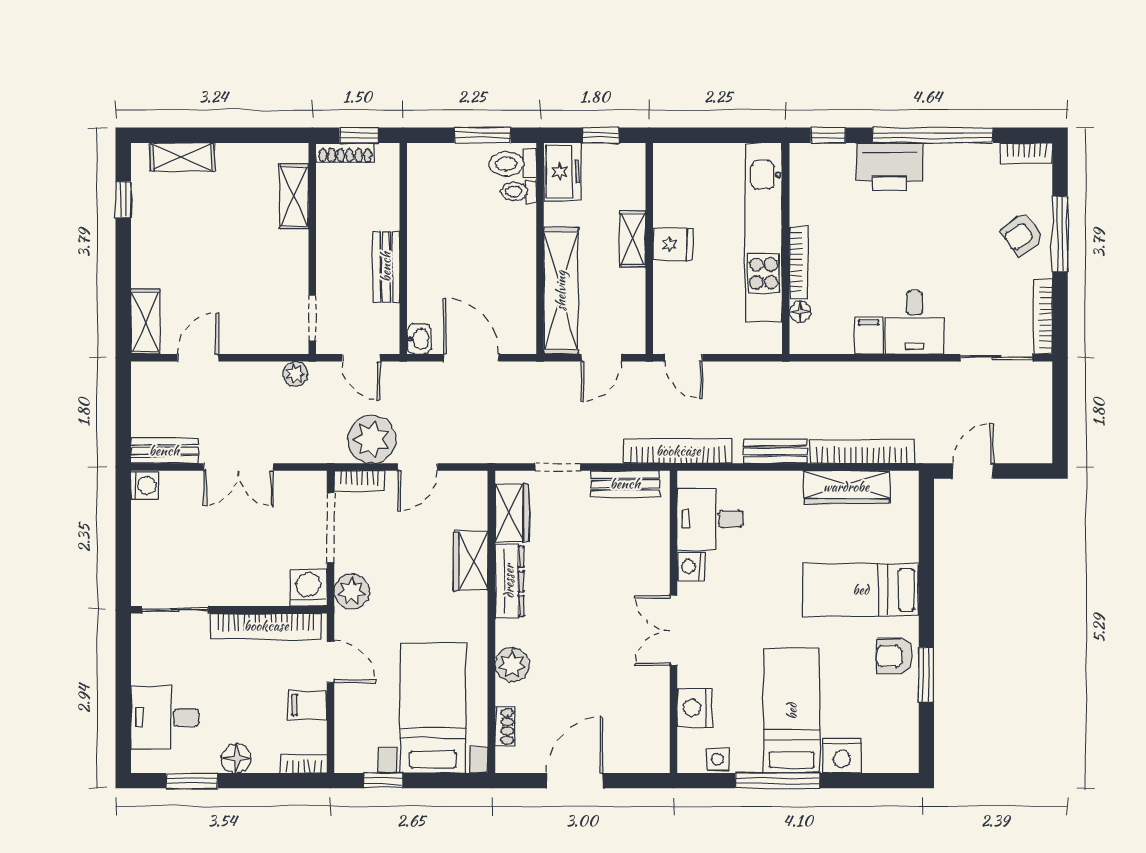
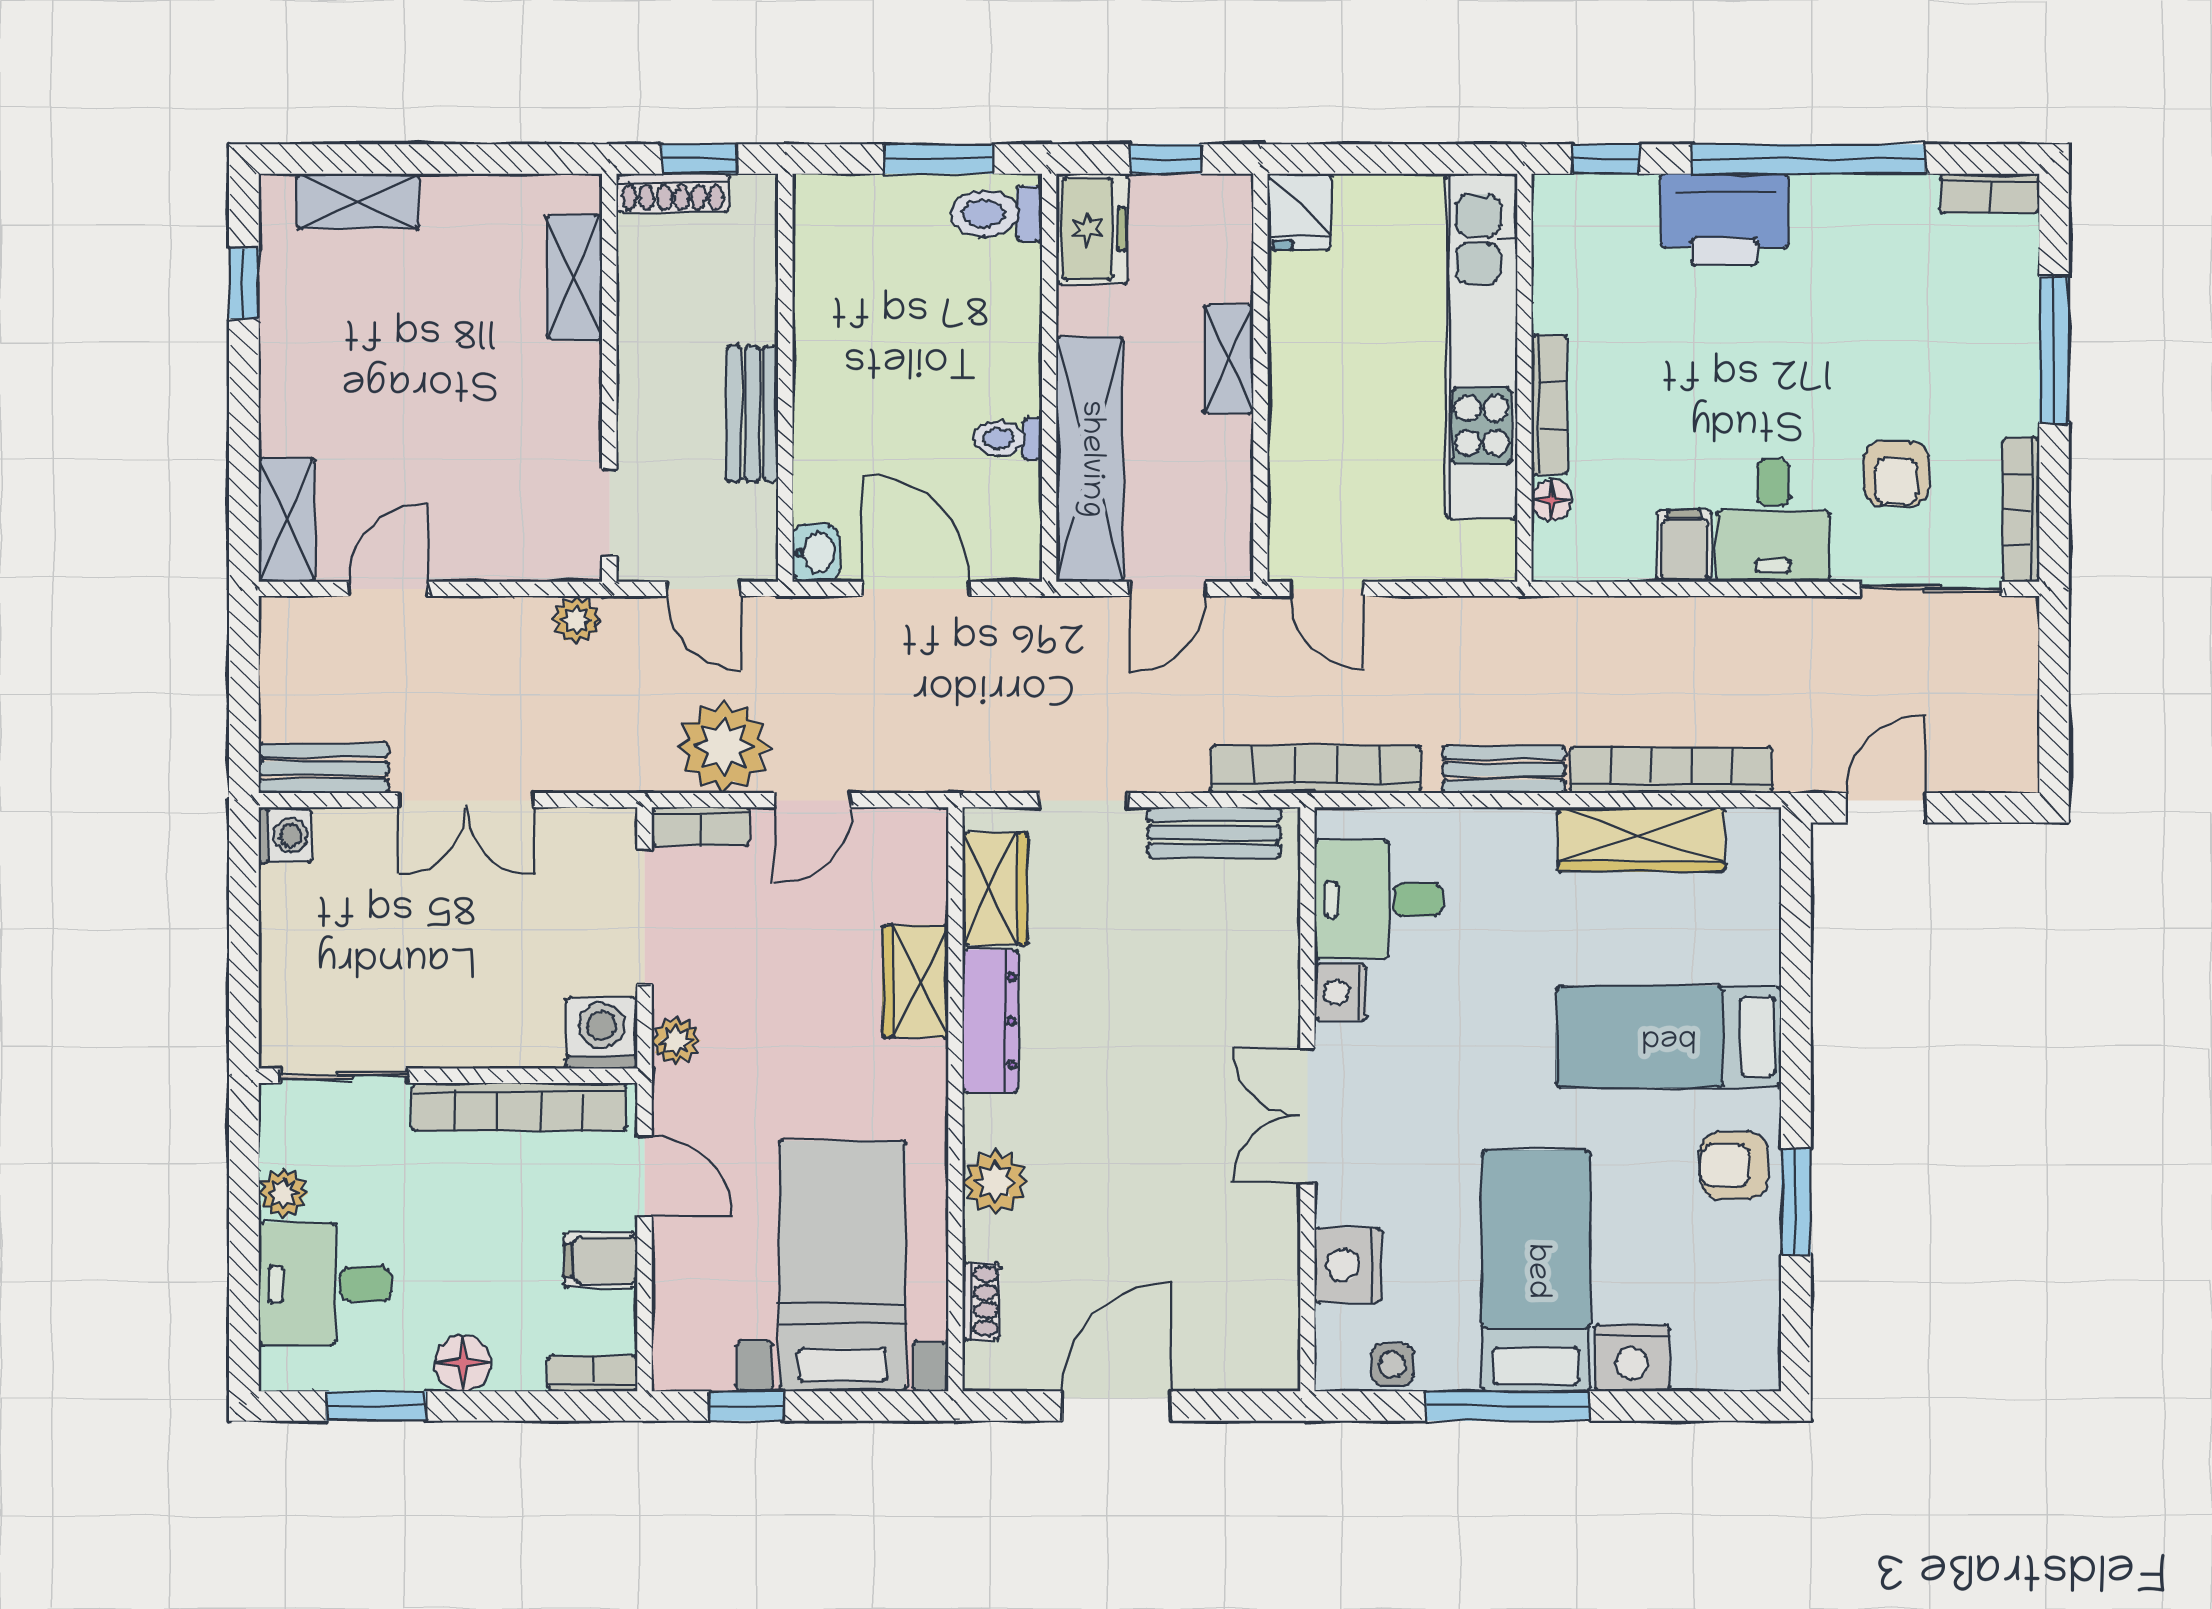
toilet: (519, 191) -> (1008, 439), moved
armchair: (1022, 234) -> (1896, 473), moved, turned -54
fridge: (673, 244) -> (1299, 212), moved, turned 90
plant: (352, 592) -> (676, 1041), width x0.73, depth x0.73
plant: (144, 671) -> (283, 1193), added

